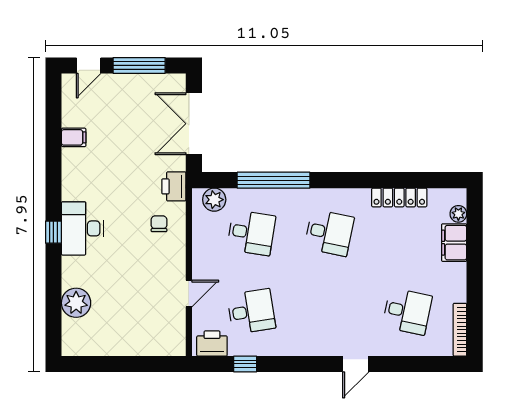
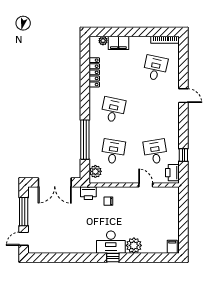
door: (89, 65) -> (24, 239), swing flipped
filing cabinet: (74, 137) -> (172, 247), moved
plant: (76, 303) -> (134, 245), moved

